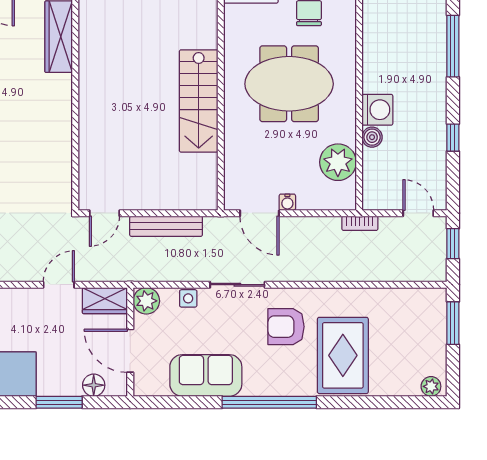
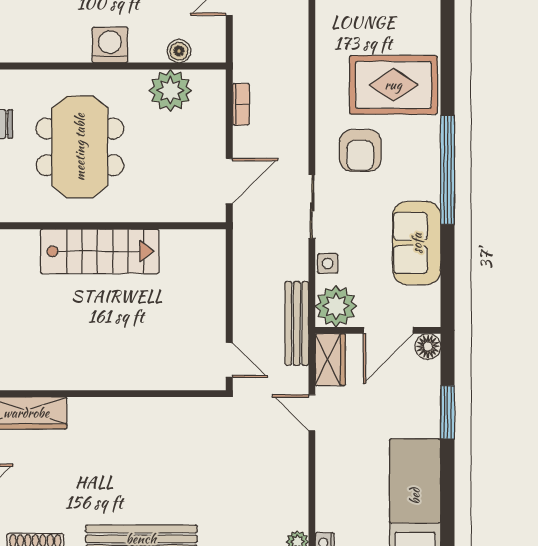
boiler: (372, 137) -> (179, 51), moved
water cooler: (287, 202) -> (217, 149), removed
bookcase: (360, 223) -> (241, 104), moved
bench: (166, 226) -> (297, 323), moved
plant: (146, 301) -> (336, 306), width x1.36, depth x1.36
floor lamp: (94, 385) -> (428, 346), moved

